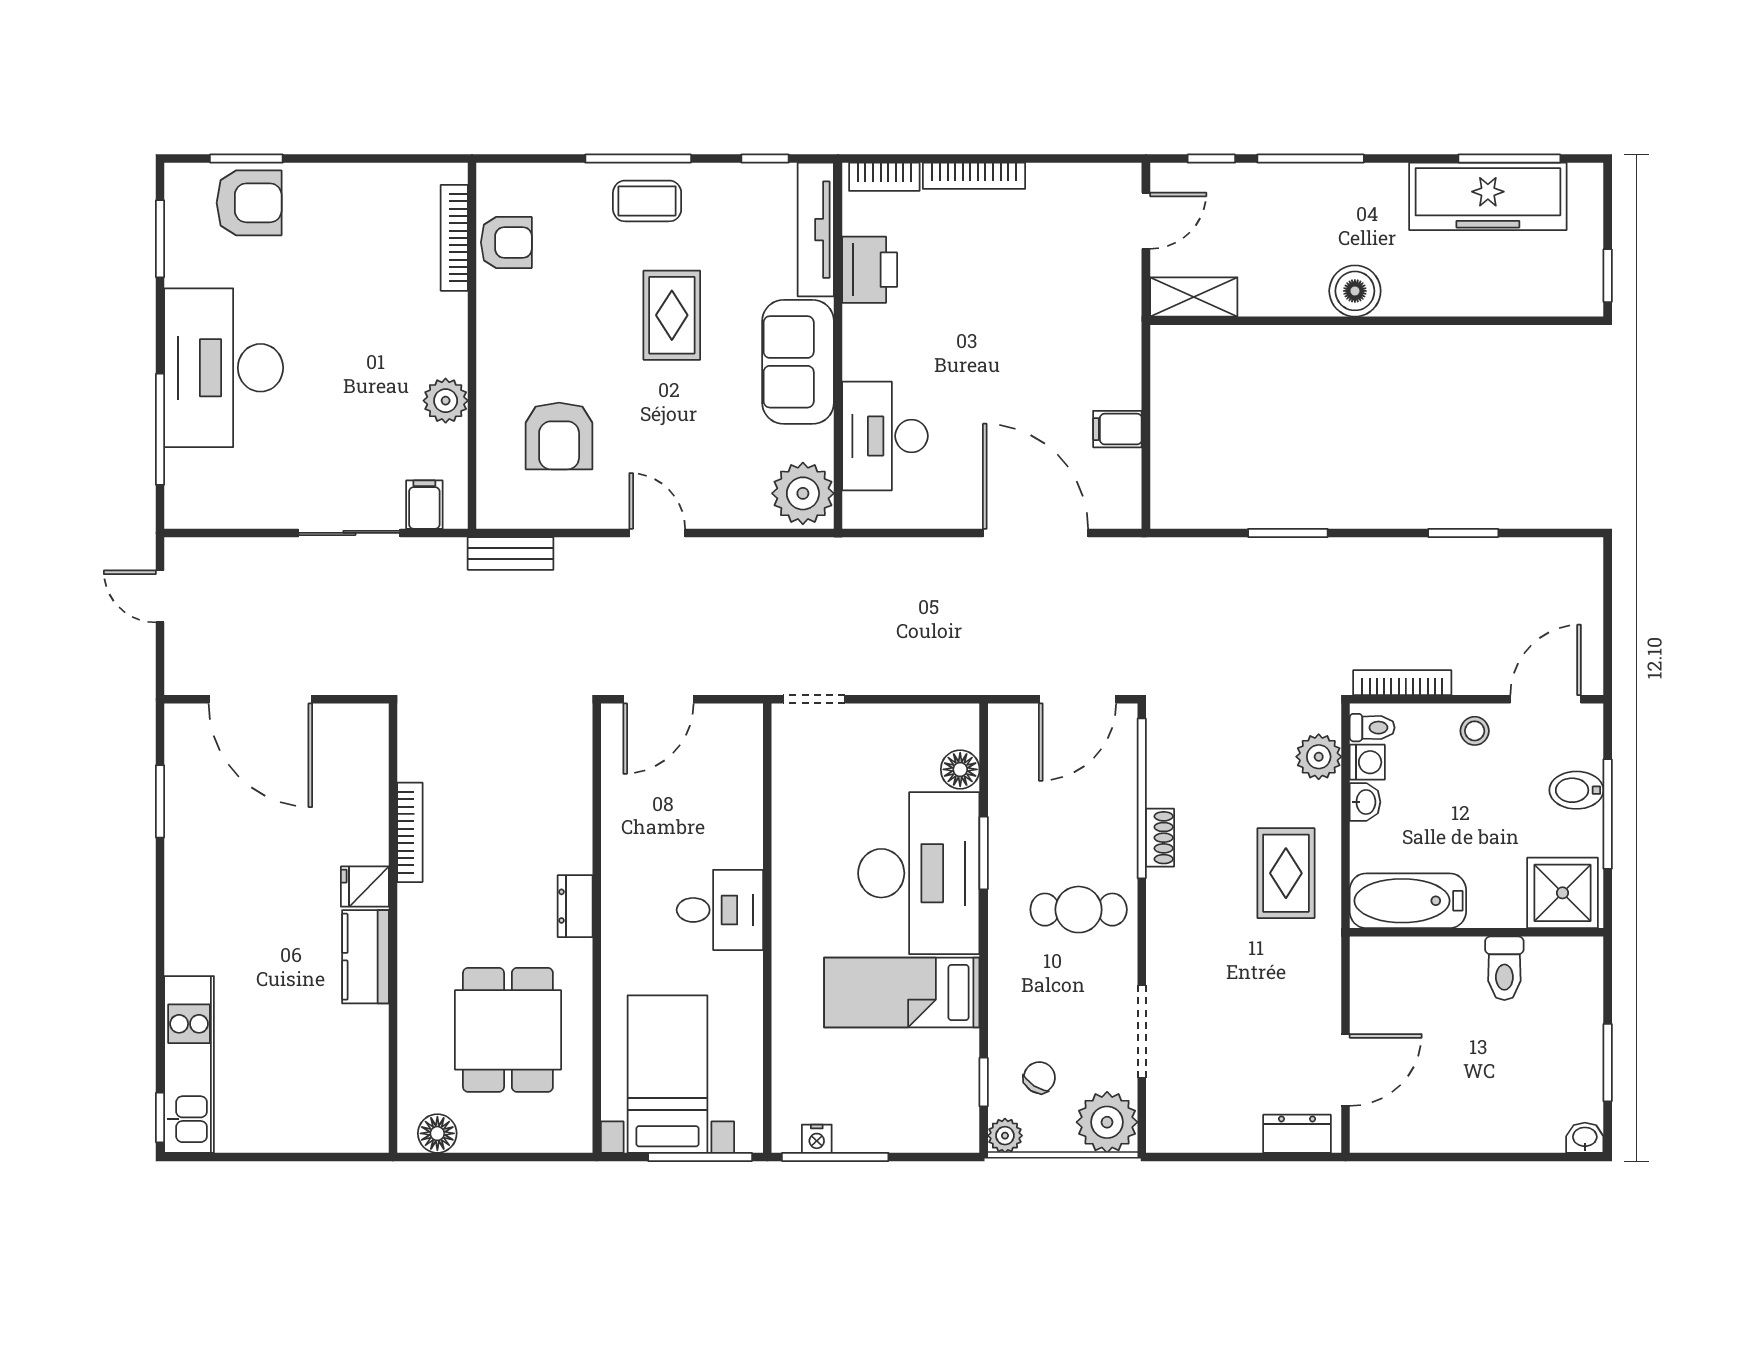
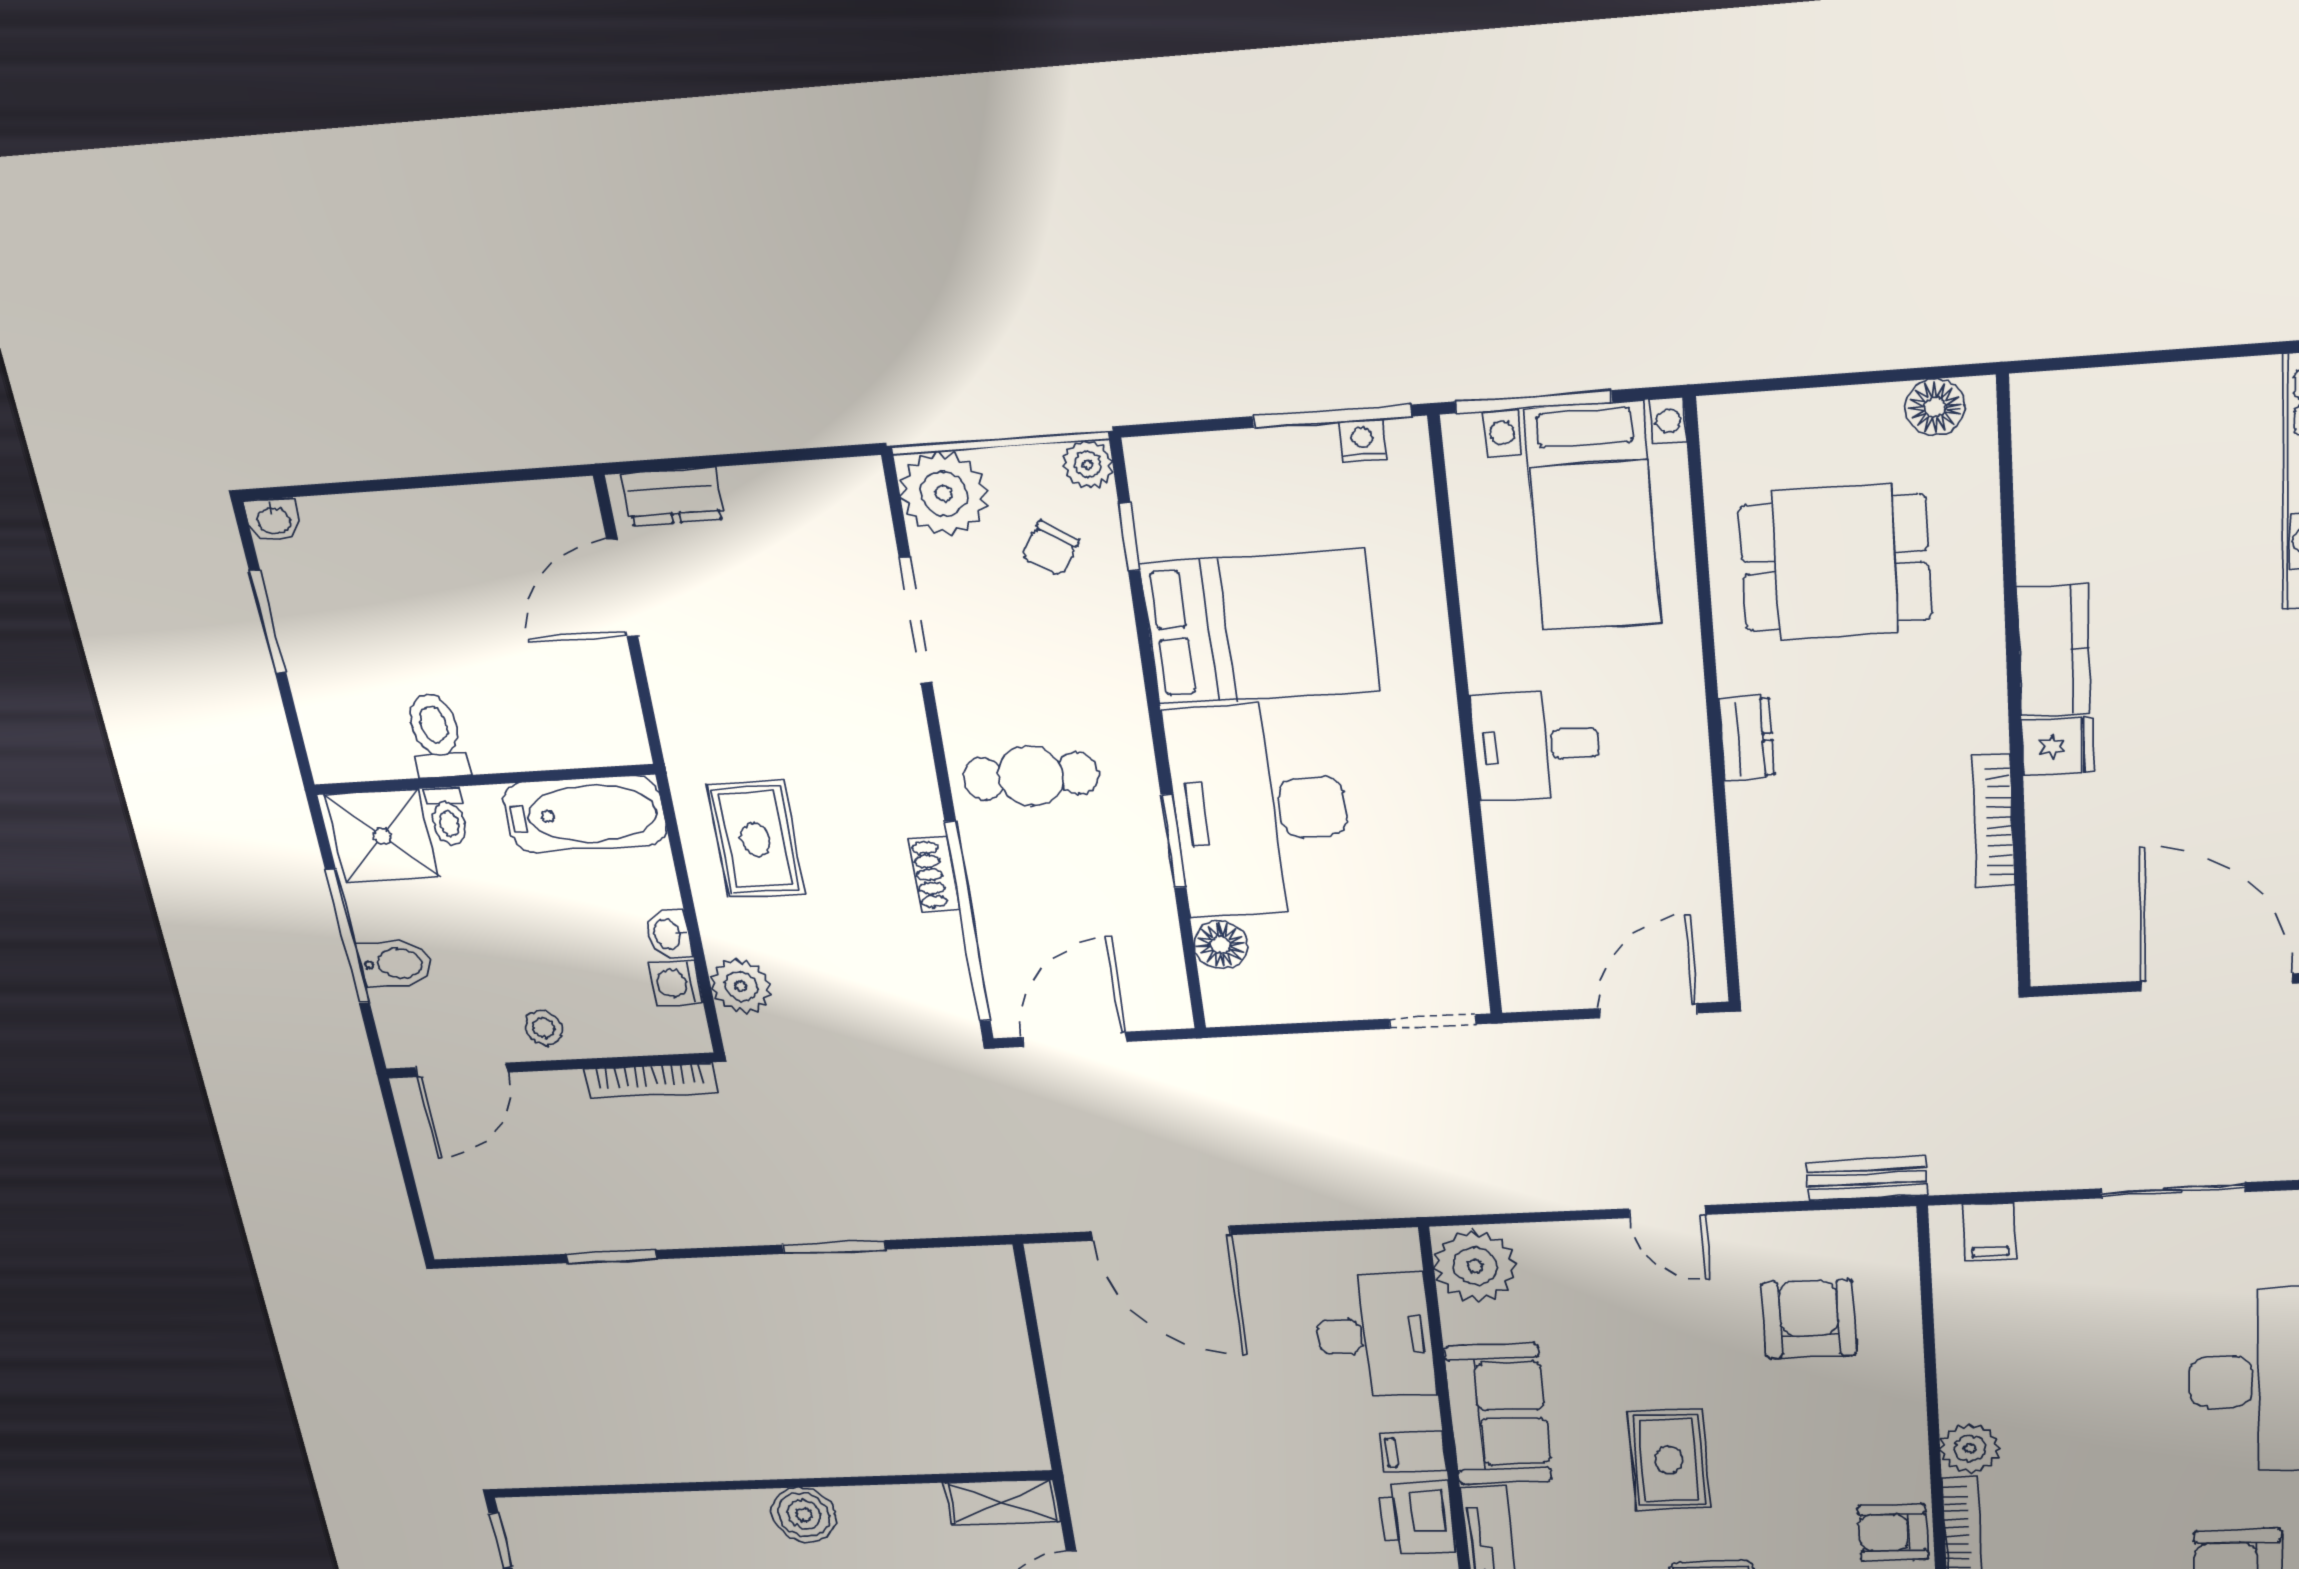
plant: (446, 401) -> (1970, 1449), moved
filing cabinet: (1117, 429) -> (1413, 1452), moved, turned 180
sliding door: (349, 533) -> (2173, 1190), moved
toilet: (1372, 728) -> (447, 816), moved, turned -90
bed: (902, 993) -> (1260, 628), width x1.50
dining table: (508, 1030) -> (1835, 563), turned 90

